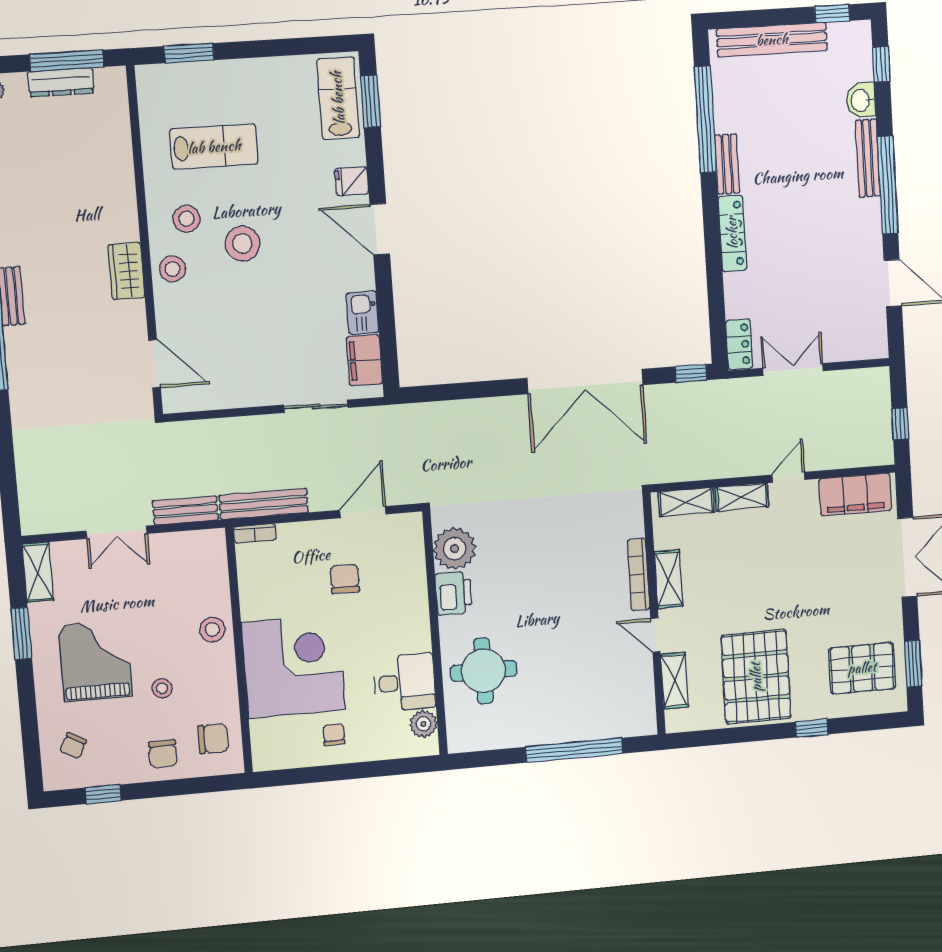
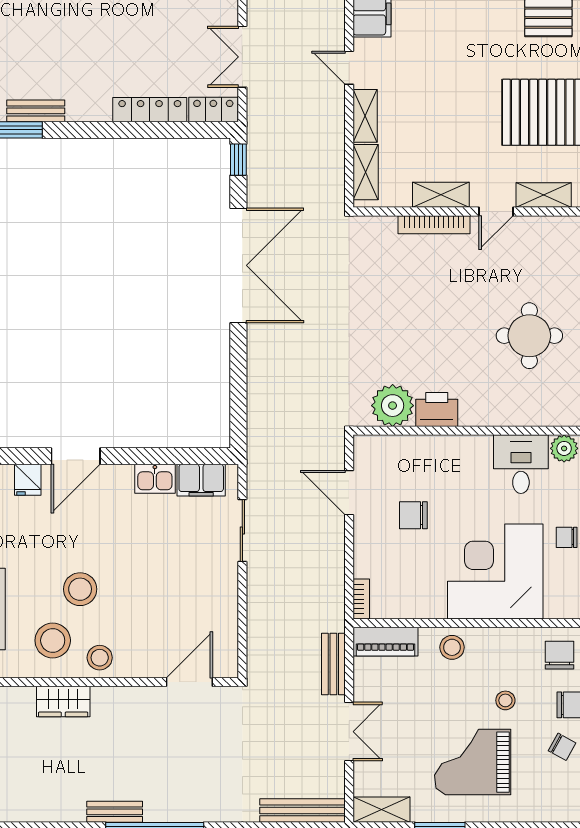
stool: (186, 219) -> (53, 640), width x1.38, depth x1.38
locker: (732, 233) -> (150, 110), moved
wardrobe: (126, 271) -> (63, 701), moved
bench: (264, 504) -> (303, 810), moved, turned 90
piano: (213, 562) -> (386, 642), added
round table: (483, 671) -> (529, 336), moved
chair: (73, 746) -> (562, 747), moved

